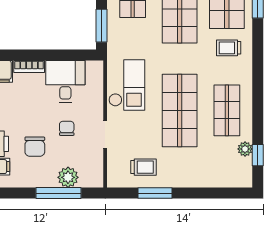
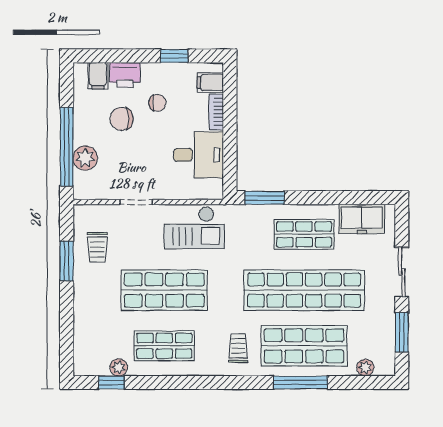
chair: (67, 128) -> (157, 103), moved
window: (58, 193) -> (67, 147), width x1.46

